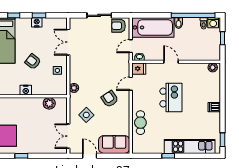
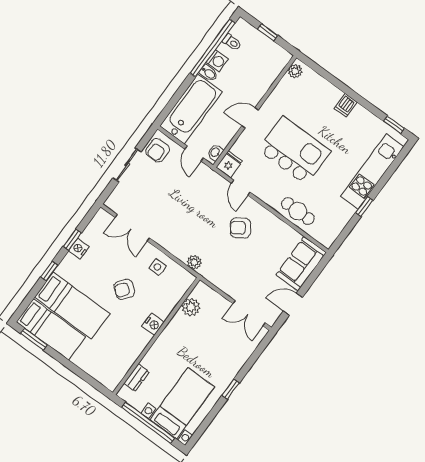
washing machine: (213, 23) -> (217, 61), moved
kitchen island: (171, 97) -> (294, 150), width x1.37, depth x1.28
side table: (86, 115) -> (239, 271), removed

